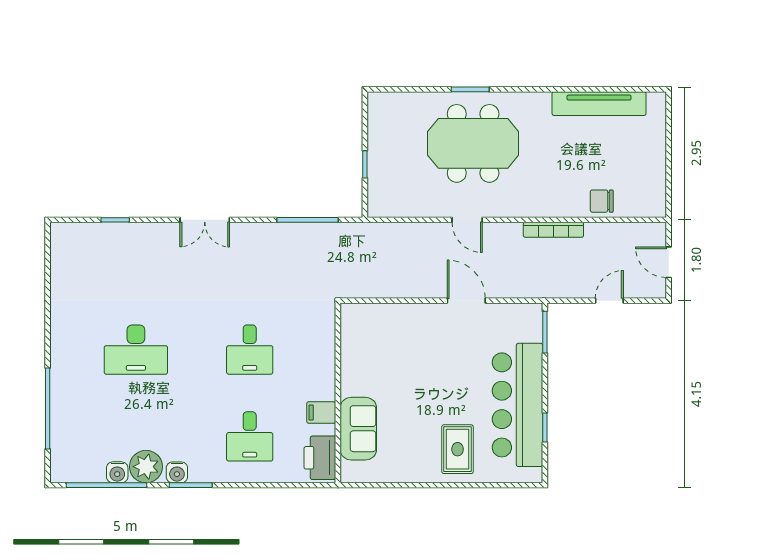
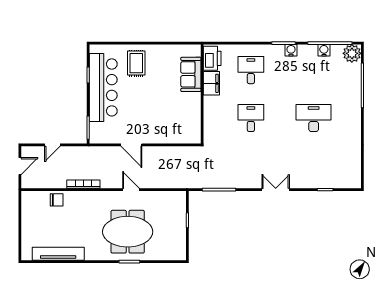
door: (669, 262) -> (20, 166), hinge flipped
filing cabinet: (321, 412) -> (211, 83), width x2.00
plant: (146, 467) -> (352, 53), moved

